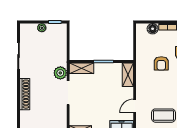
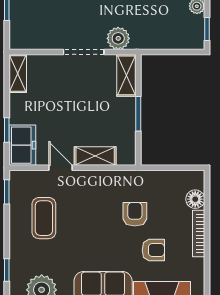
armchair: (161, 63) -> (135, 214), turned 90
shelving: (128, 75) -> (95, 156), moved

